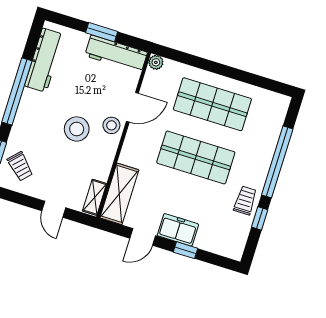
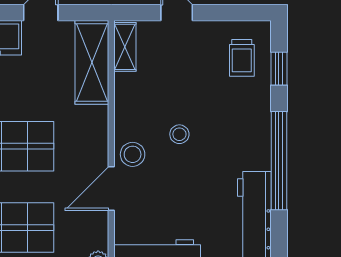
stool: (77, 129) -> (179, 134), width x0.53, depth x0.53
trolley: (20, 166) -> (242, 58), turned -134

